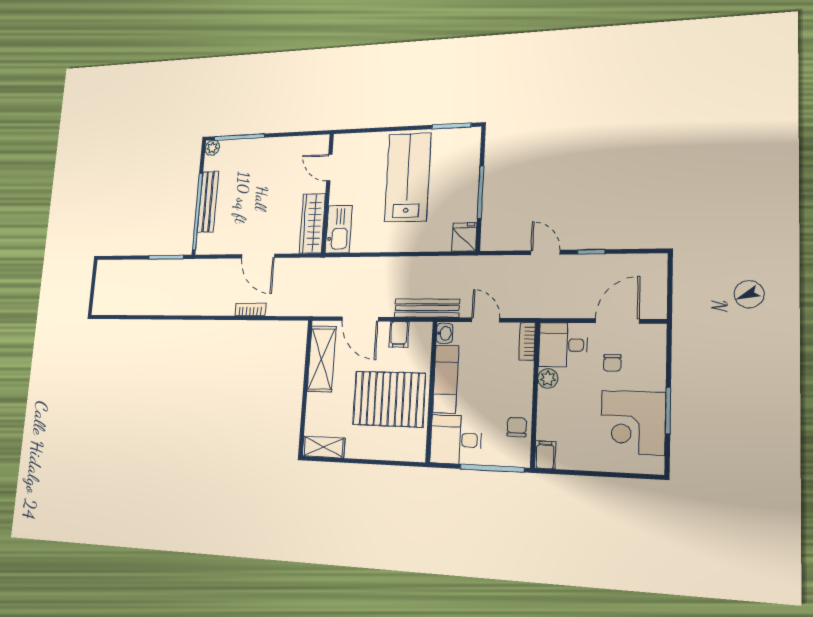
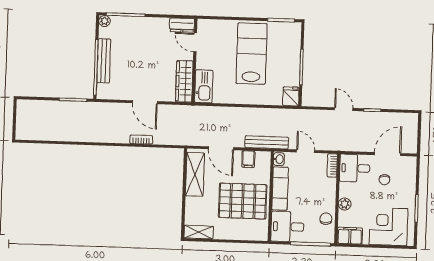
dresser: (312, 145) -> (182, 25), added
plant: (548, 378) -> (345, 204), moved
corner desk: (633, 423) -> (389, 227), moved, turned 90
filing cabinet: (545, 455) -> (350, 236), width x2.00

